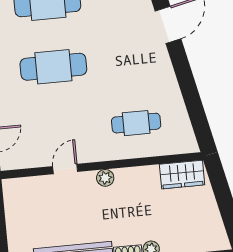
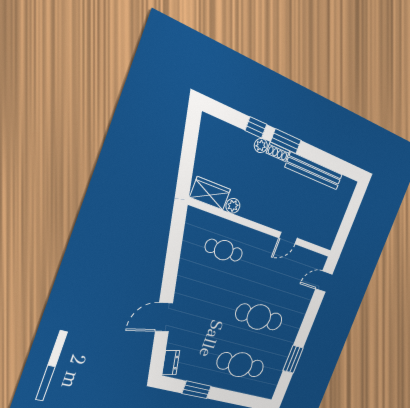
plant: (105, 178) -> (233, 206), moved

